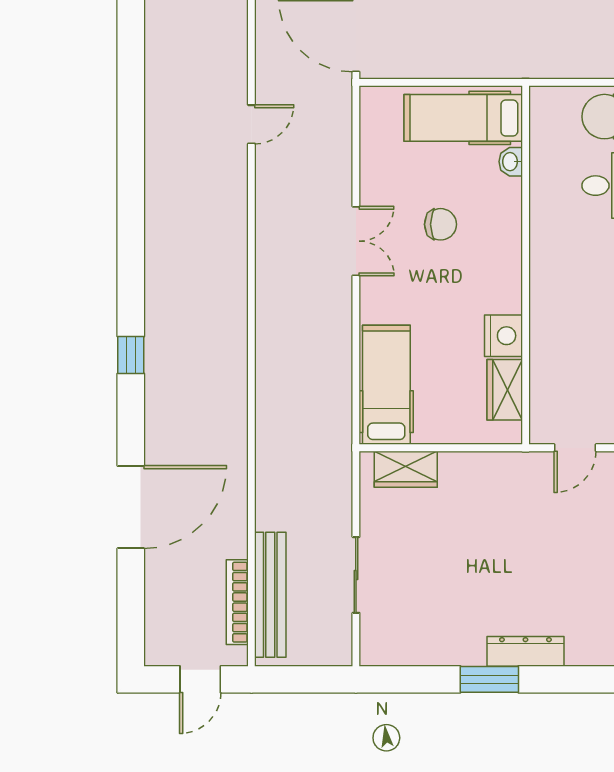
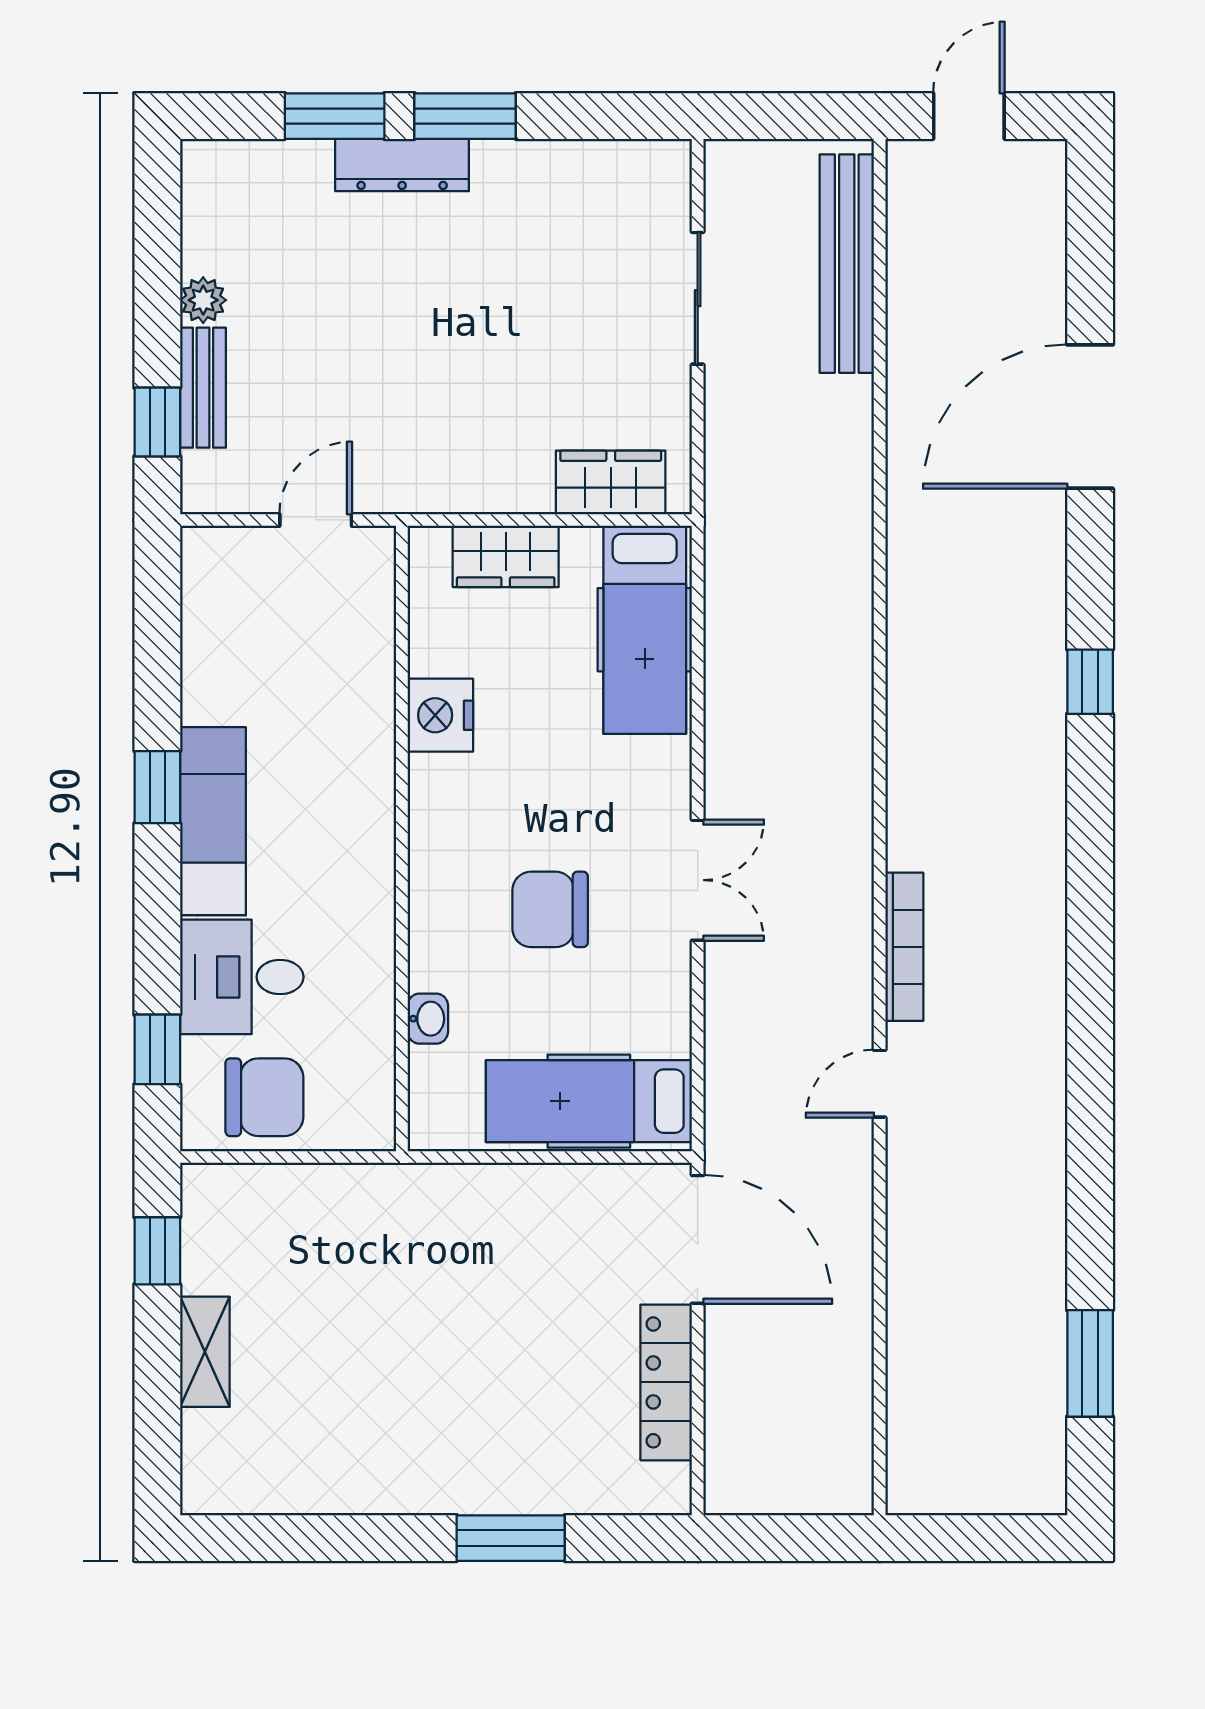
hospital bed: (463, 118) -> (589, 1101), moved, turned 180
chair: (441, 224) -> (550, 909), width x1.37, depth x1.37
double door: (356, 241) -> (698, 880), swing flipped
wardrobe: (505, 390) -> (506, 556), moved, turned 90
bookcase: (237, 602) -> (904, 947), moved
window: (564, 679) -> (335, 116), added

